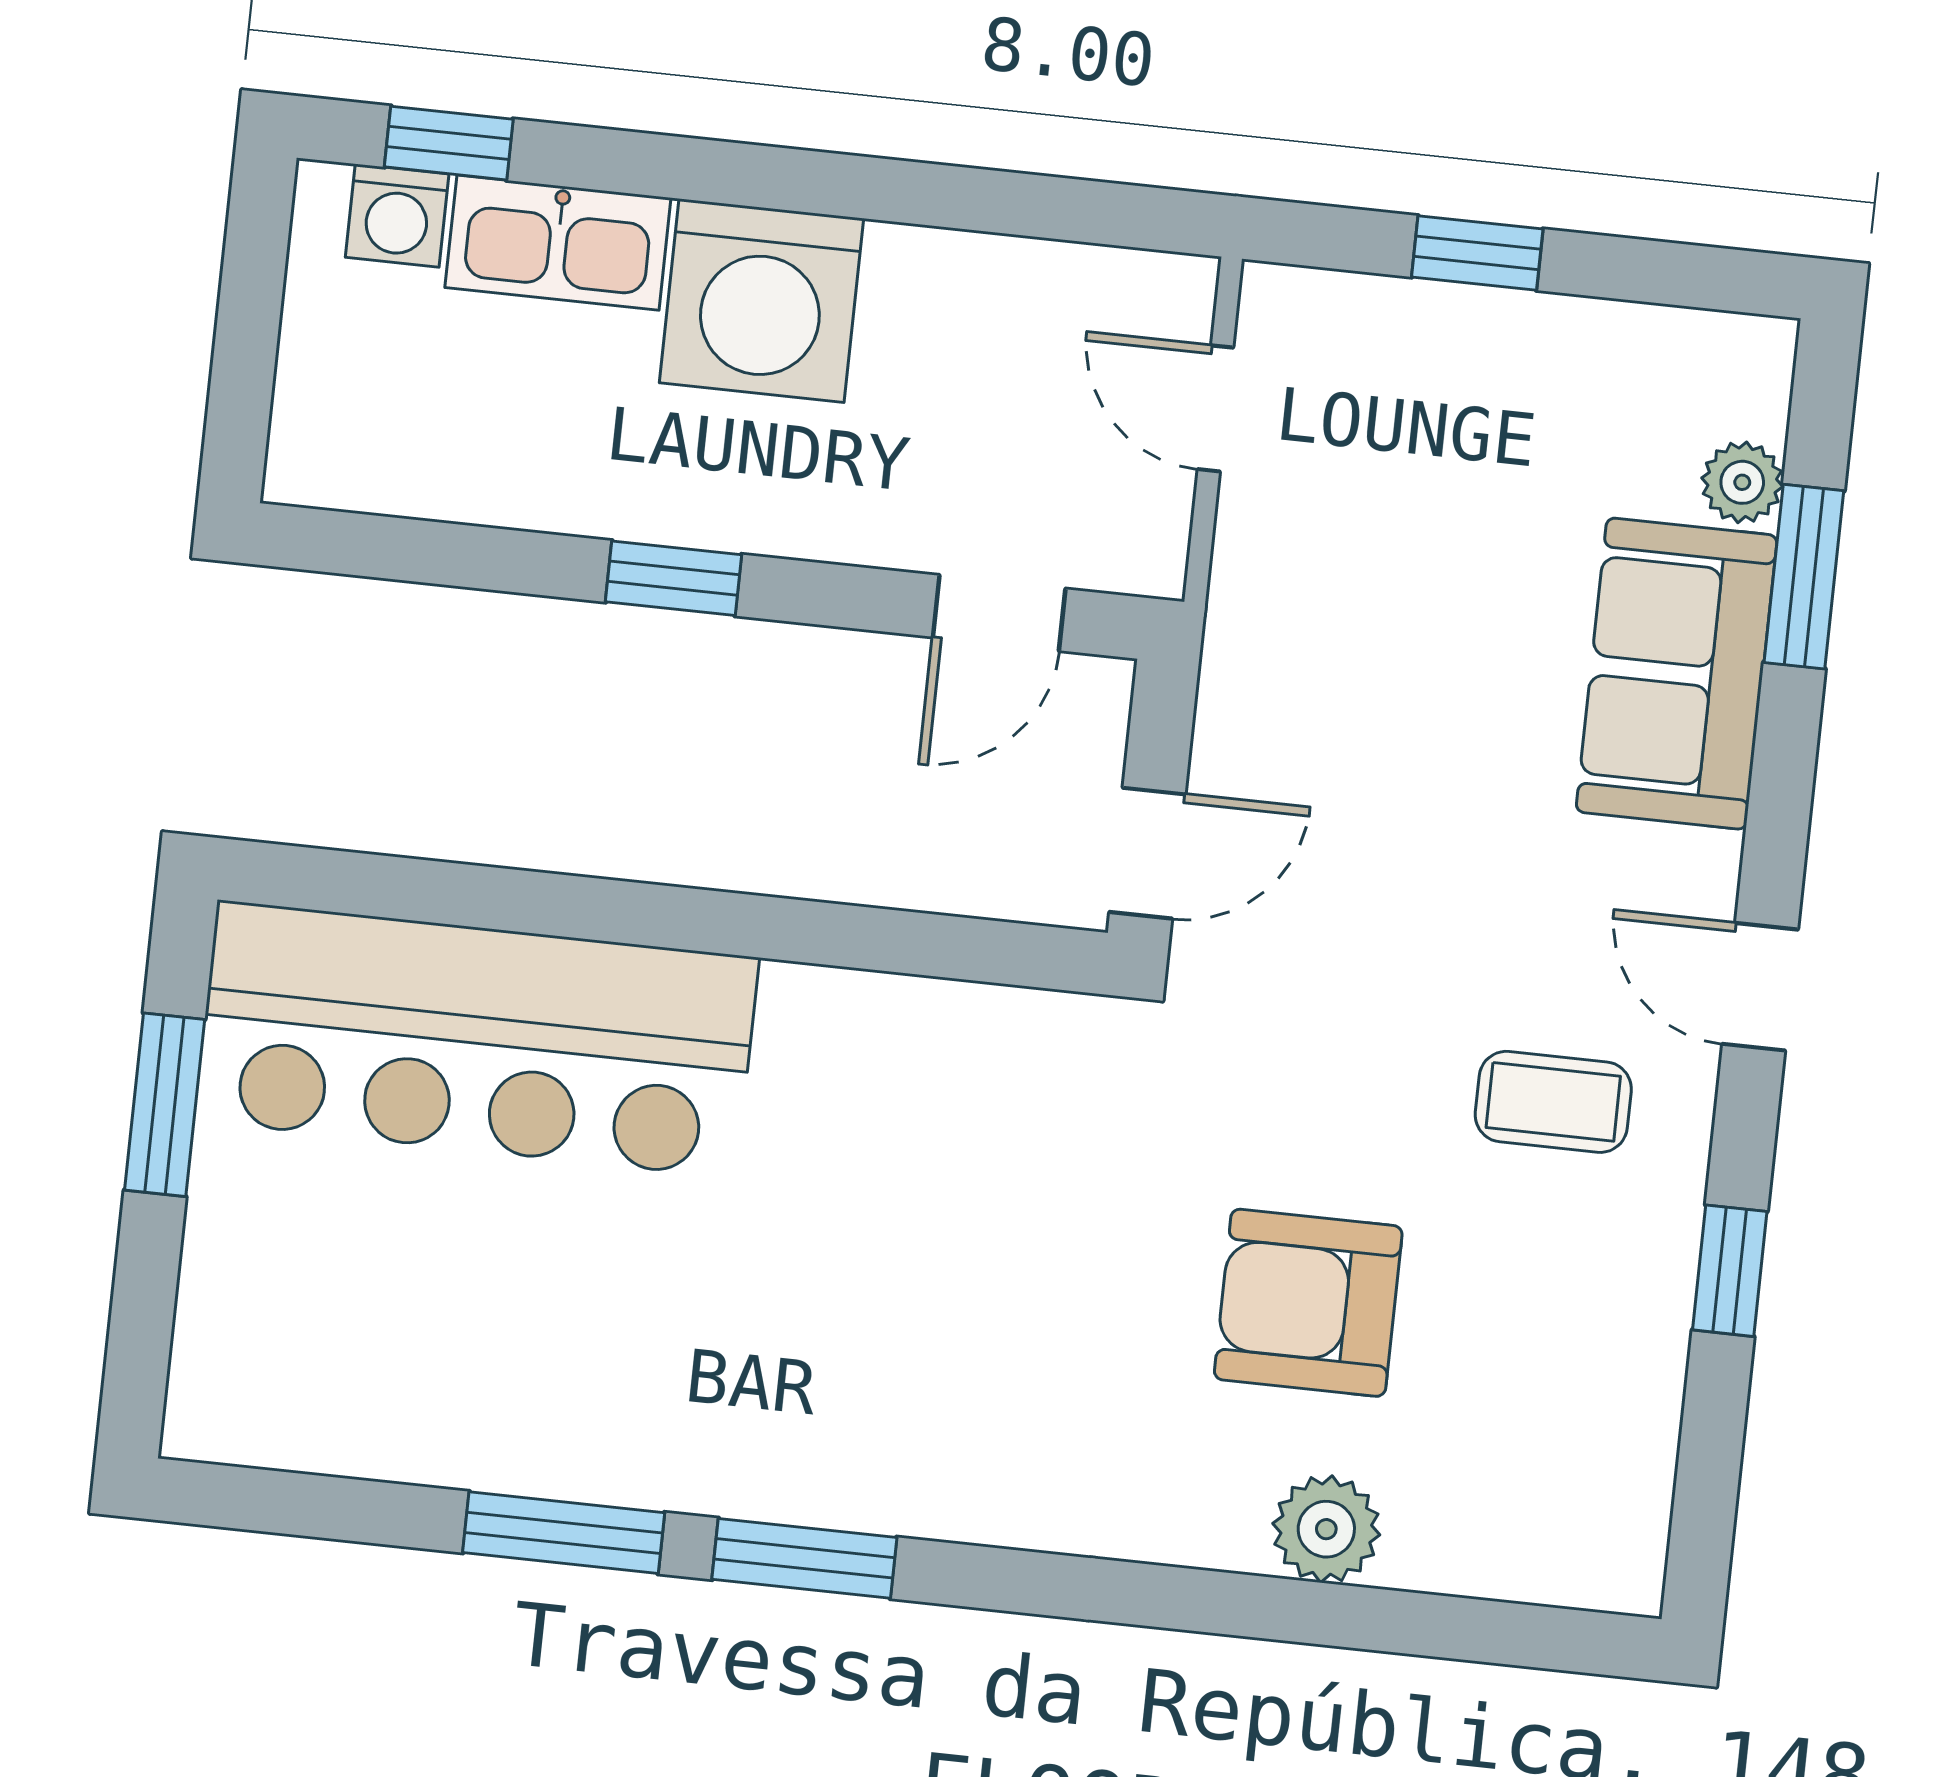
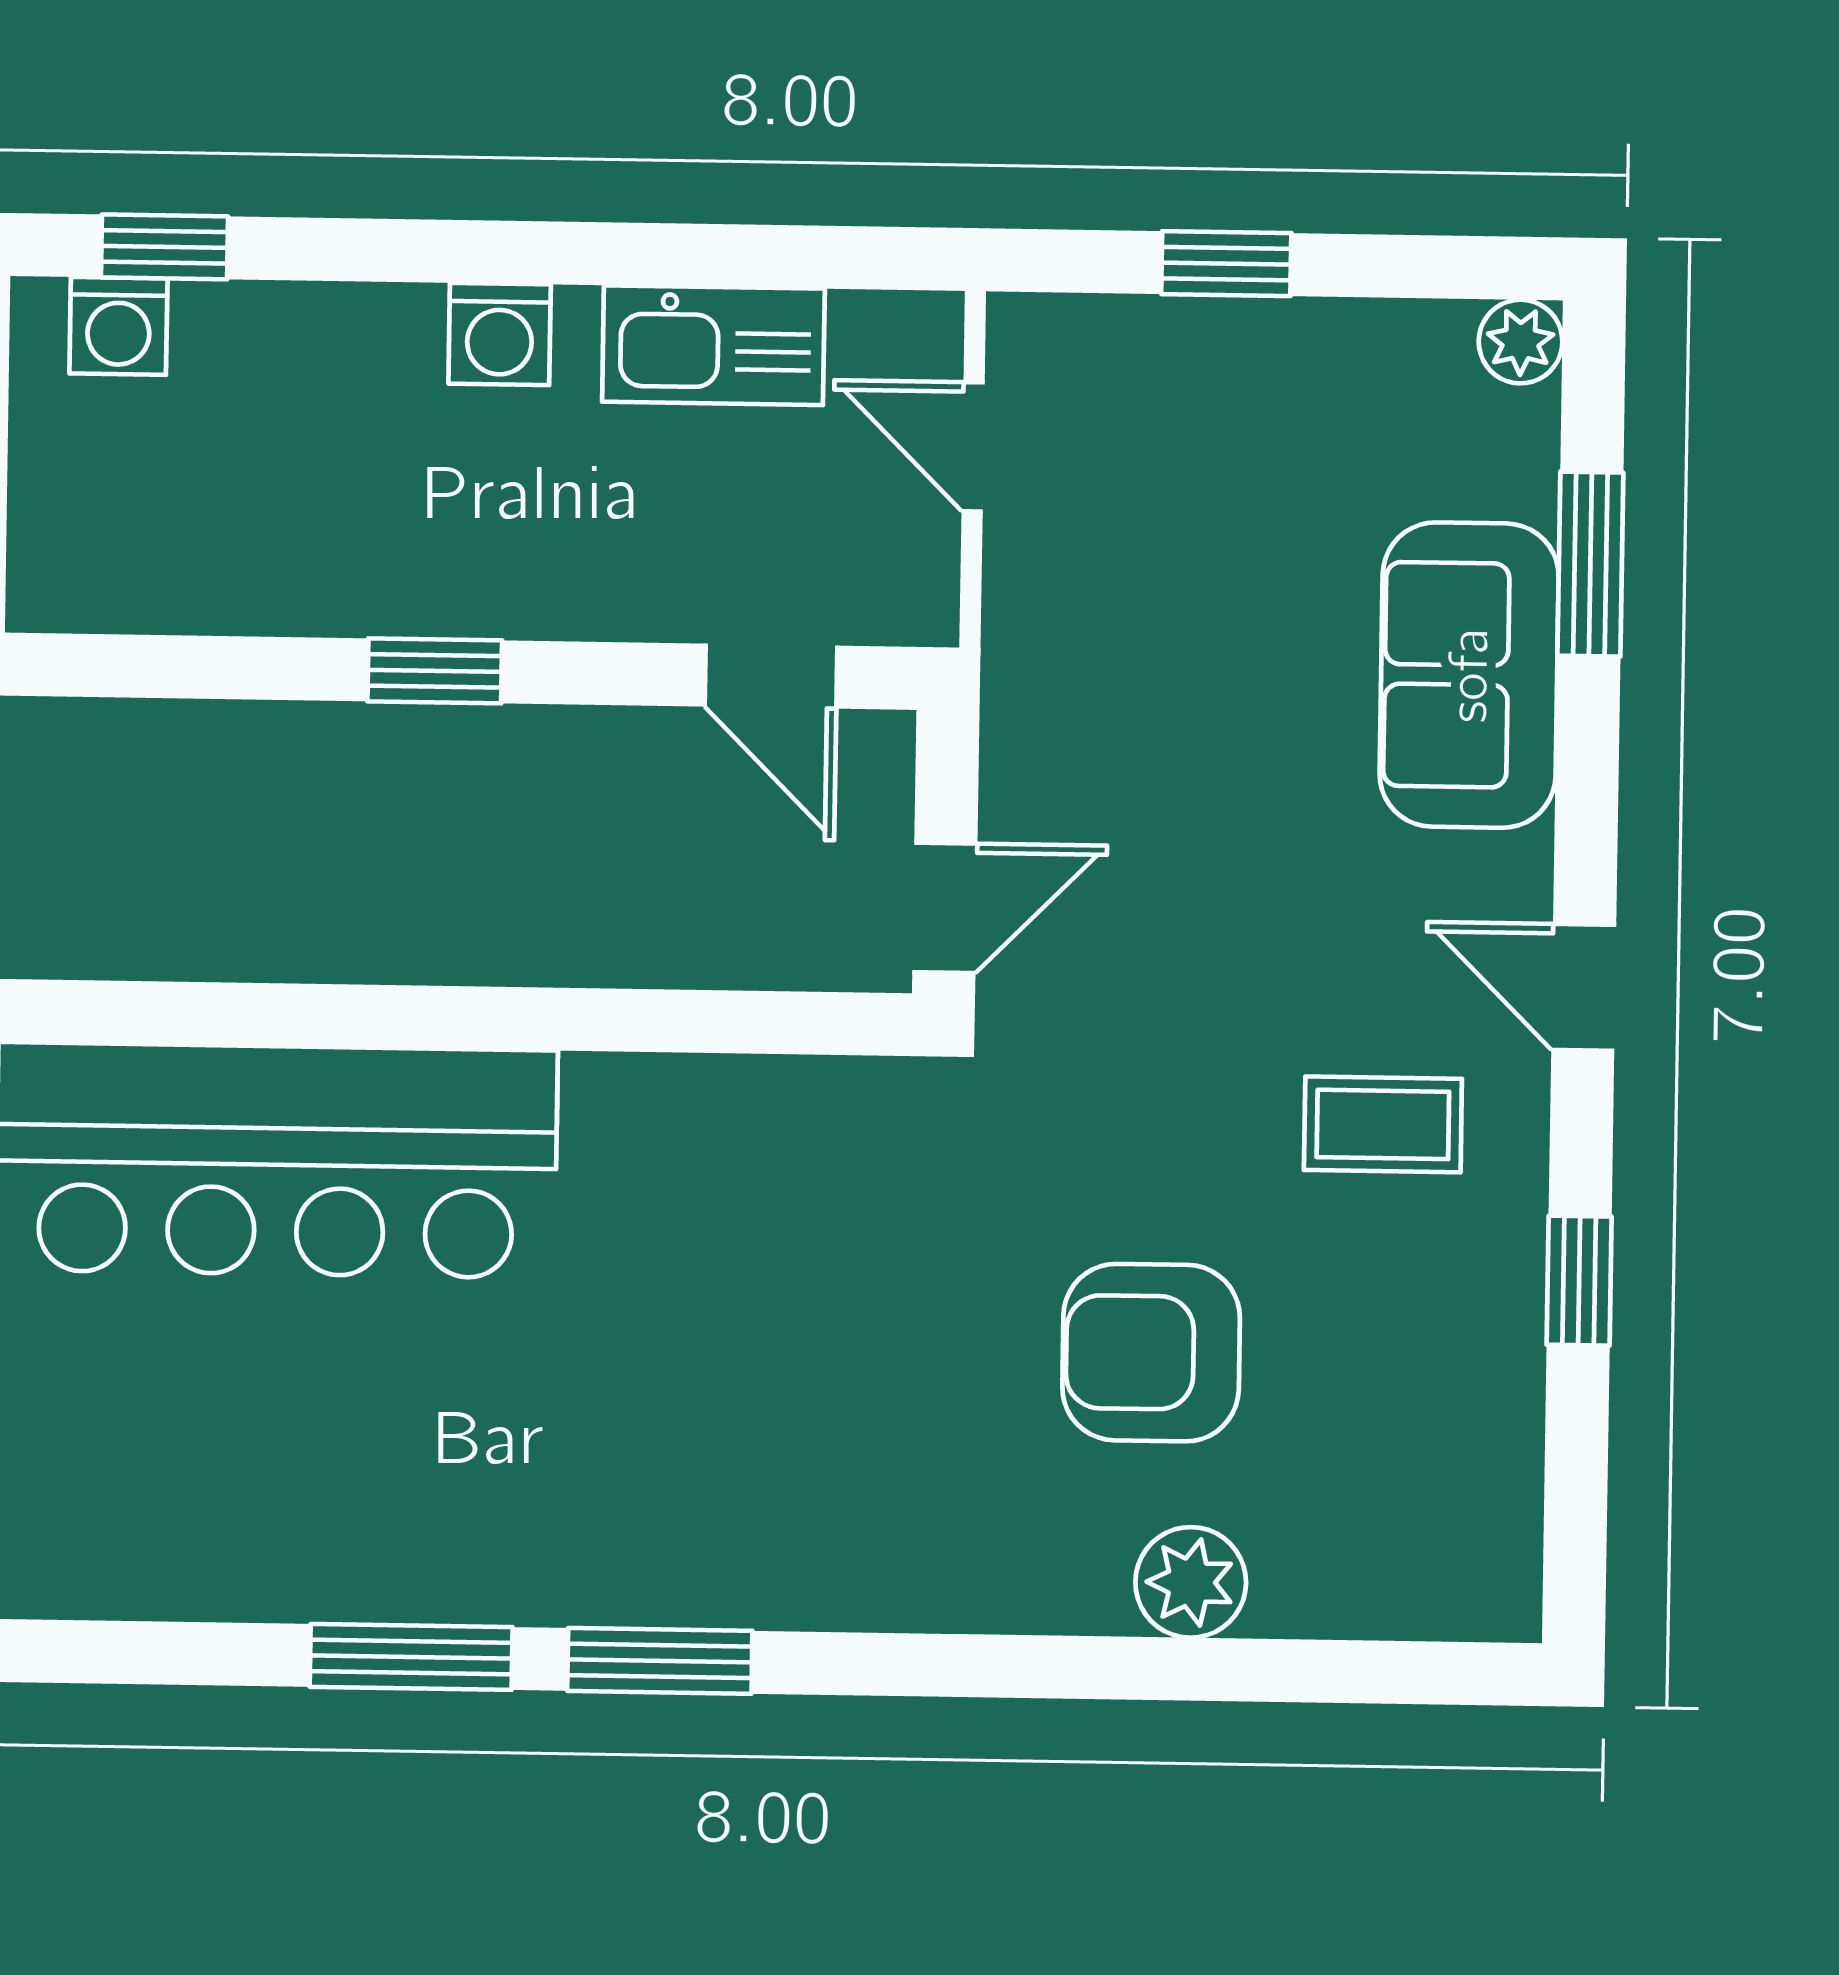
kitchen sink: (558, 243) -> (713, 345), moved
washing machine: (761, 301) -> (500, 334), width x0.53, depth x0.53
plant: (1742, 482) -> (1521, 342), moved
door: (999, 613) -> (771, 676), hinge flipped

